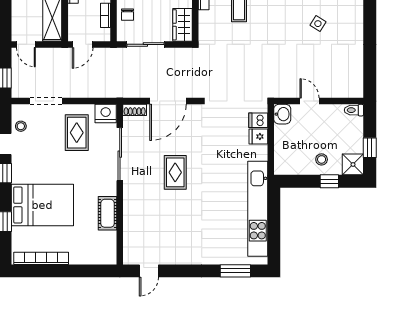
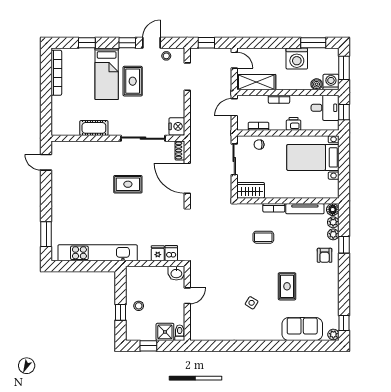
door: (26, 44) -> (234, 60), swing flipped
door: (83, 44) -> (234, 107), hinge flipped
rug: (77, 133) -> (133, 81), moved, turned 90
shower: (353, 164) -> (165, 332), moved
bed: (42, 205) -> (107, 74), width x0.67

